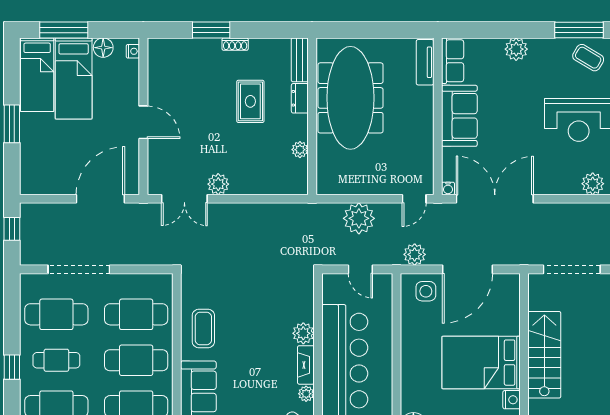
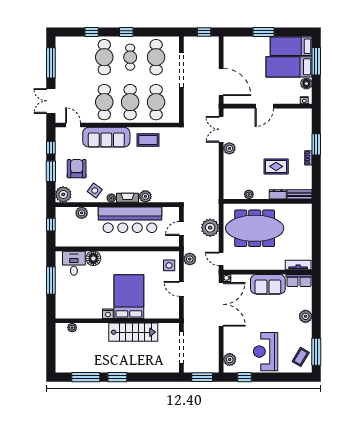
meeting table: (350, 98) -> (255, 228), moved
door: (467, 269) -> (181, 289), width x0.53

